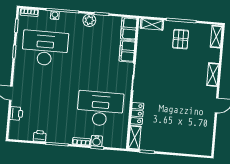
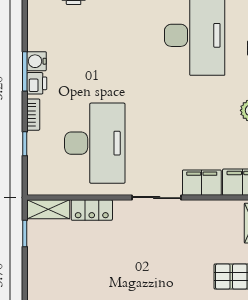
printer: (40, 136) -> (37, 83), moved
water cooler: (97, 141) -> (37, 61), moved

